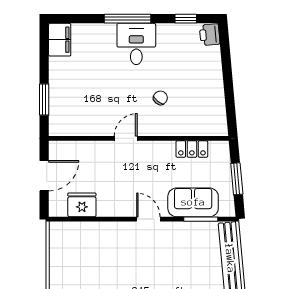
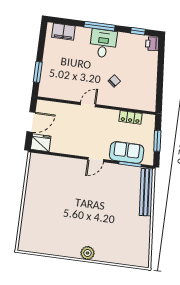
filing cabinet: (60, 40) -> (63, 32), moved, turned 90
fridge: (82, 205) -> (41, 143), moved
door: (148, 219) -> (96, 160), swing flipped

